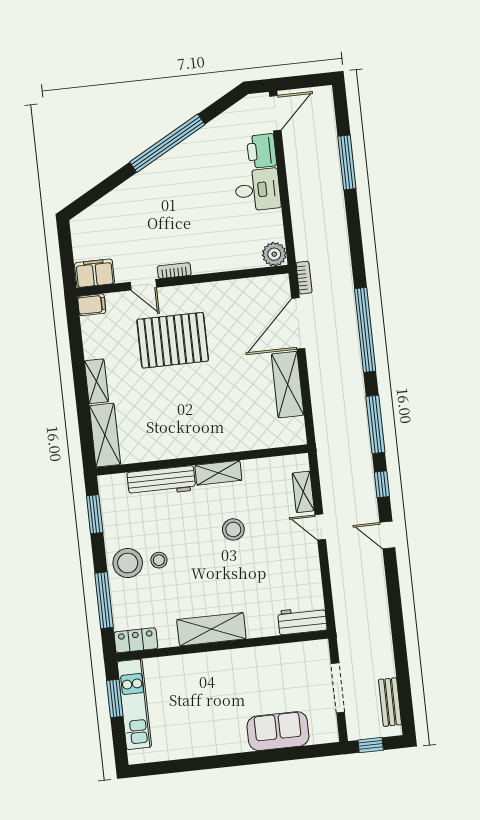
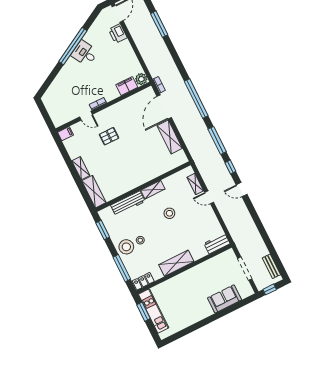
desk: (258, 190) -> (85, 53), moved, turned -119
filing cabinet: (95, 273) -> (127, 86), moved
pallet: (173, 340) -> (109, 136), width x0.49, depth x0.50

